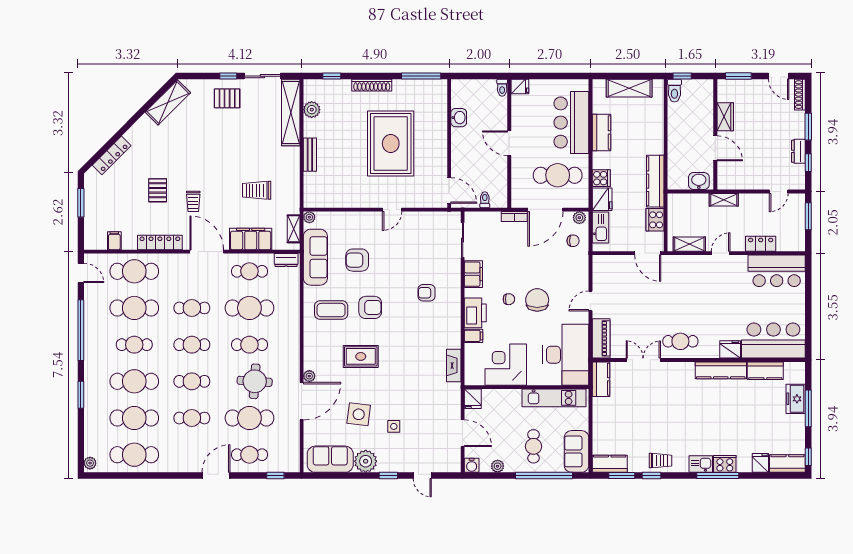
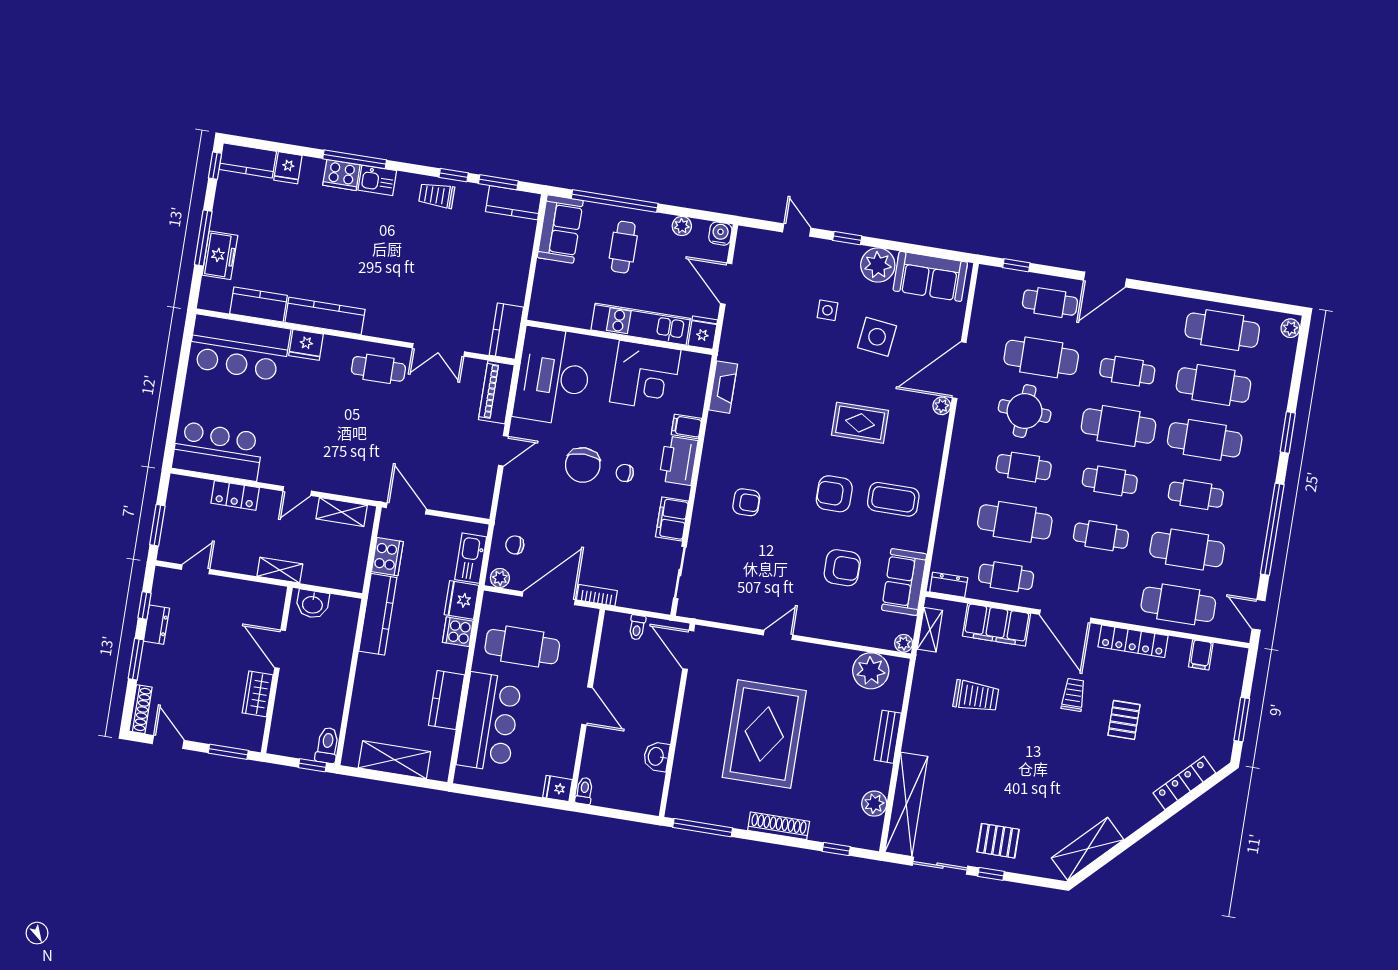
plant: (328, 196) -> (871, 671), added
sofa: (315, 257) -> (904, 582), width x0.73
cafe table: (192, 381) -> (1119, 426), width x1.37, depth x1.35
kitchen unit: (554, 398) -> (641, 324), moved

